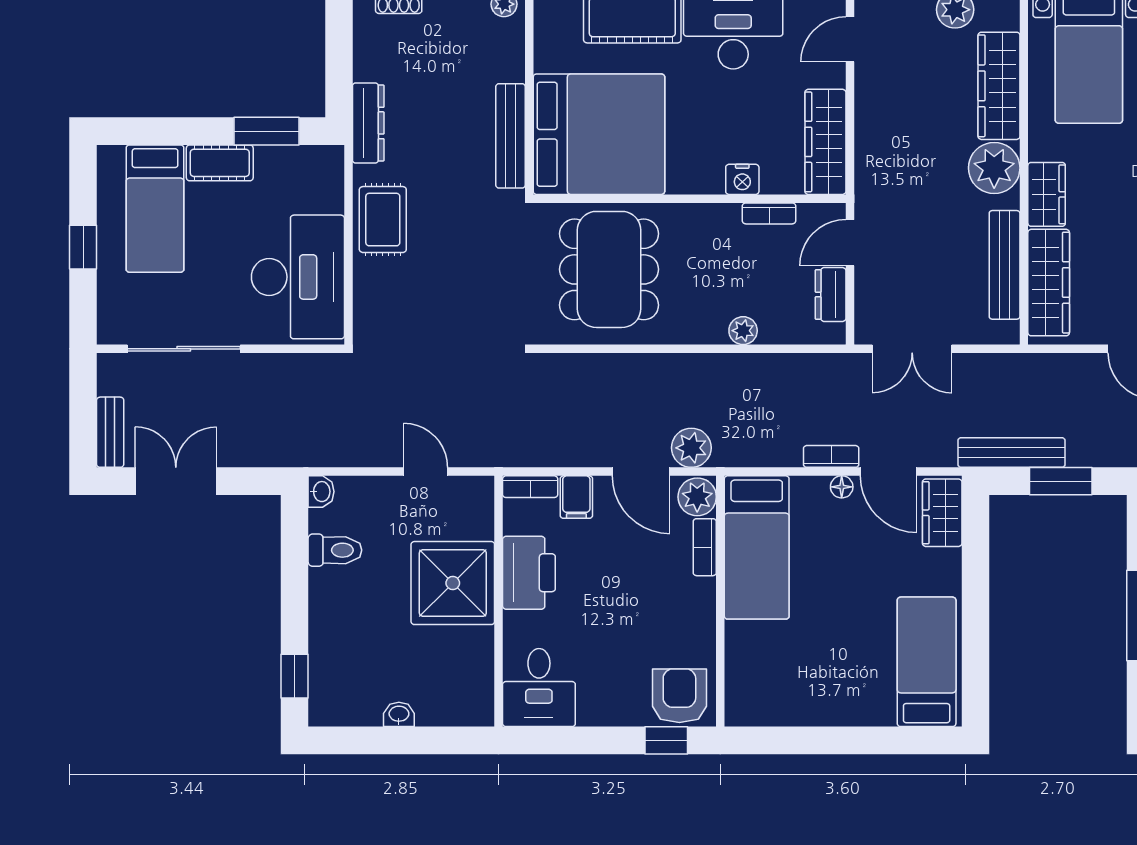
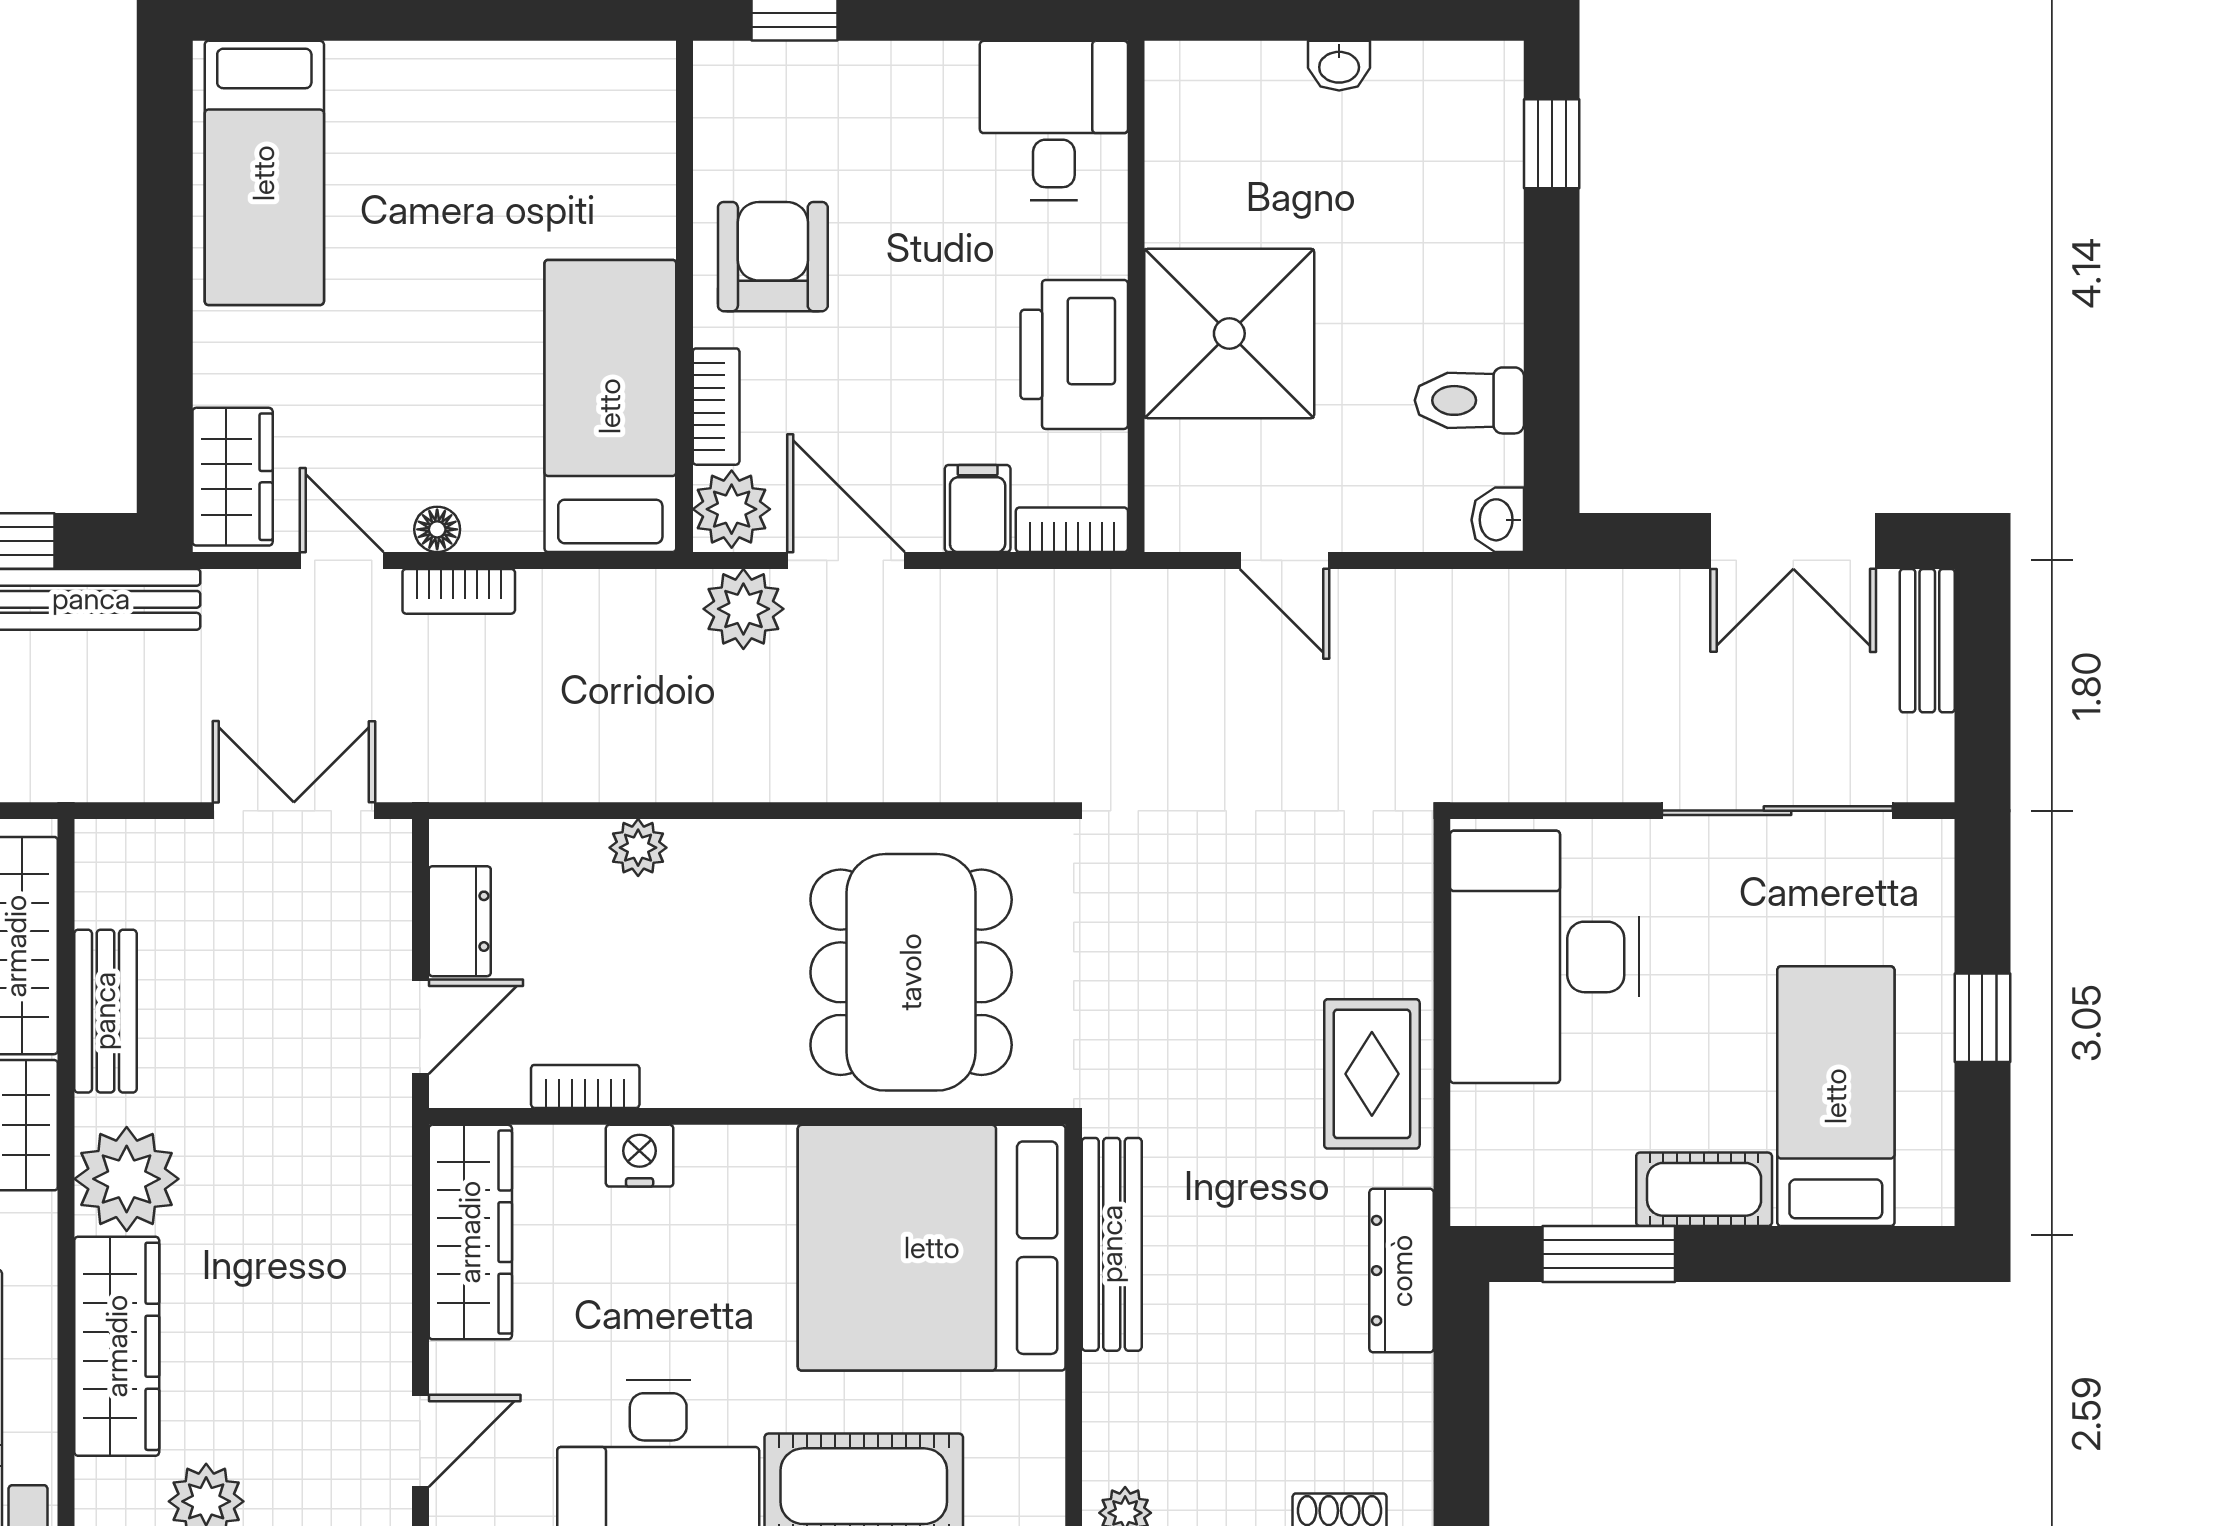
bench: (1005, 265) -> (105, 1011), width x0.73
door: (889, 472) -> (342, 560), width x0.73
armchair: (679, 696) -> (773, 257), moved, turned 180

